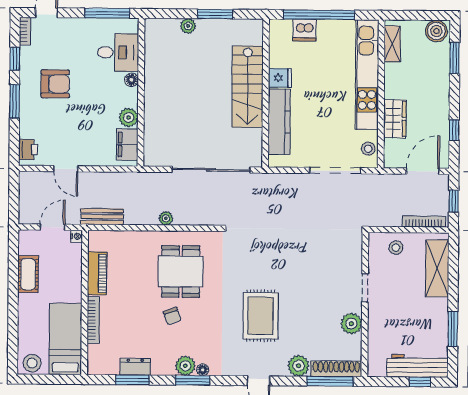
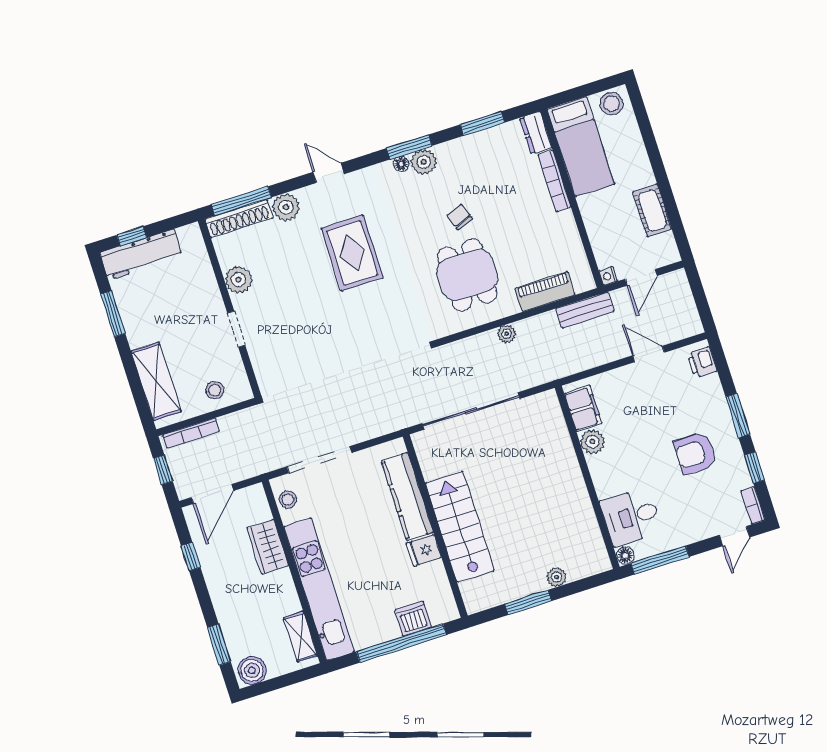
floor lamp: (132, 80) -> (625, 555), moved
piano: (97, 273) -> (545, 292), moved, turned 90
dresser: (135, 367) -> (536, 133), moved, turned 90

